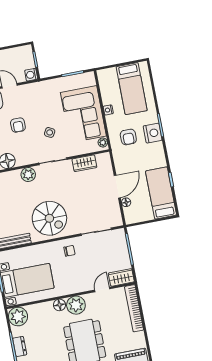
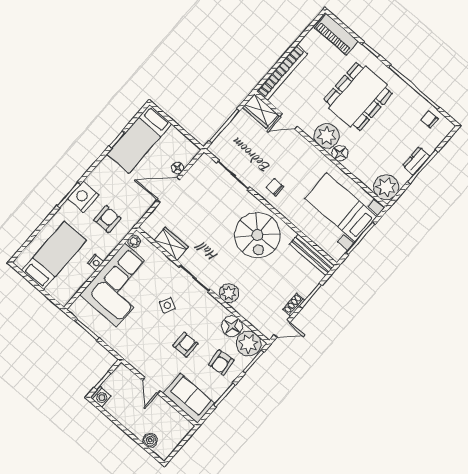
washing machine: (31, 75) -> (101, 397), moved
spiral stairs: (49, 218) -> (257, 235), turned 180

